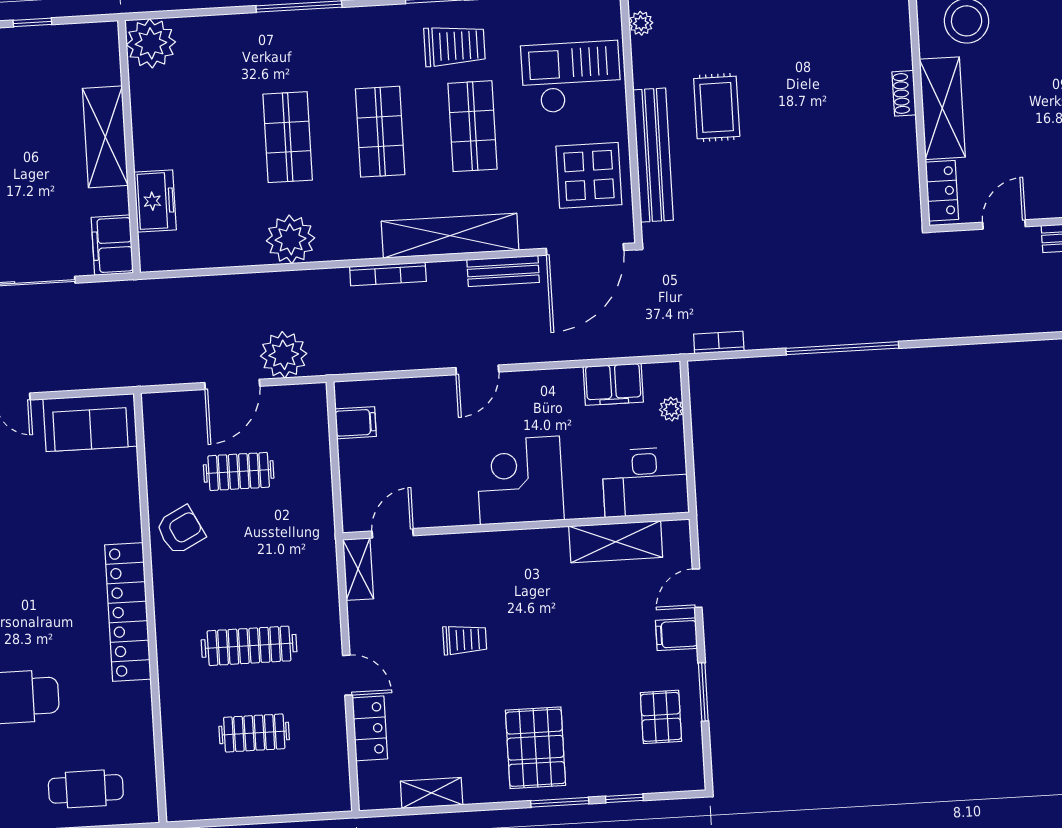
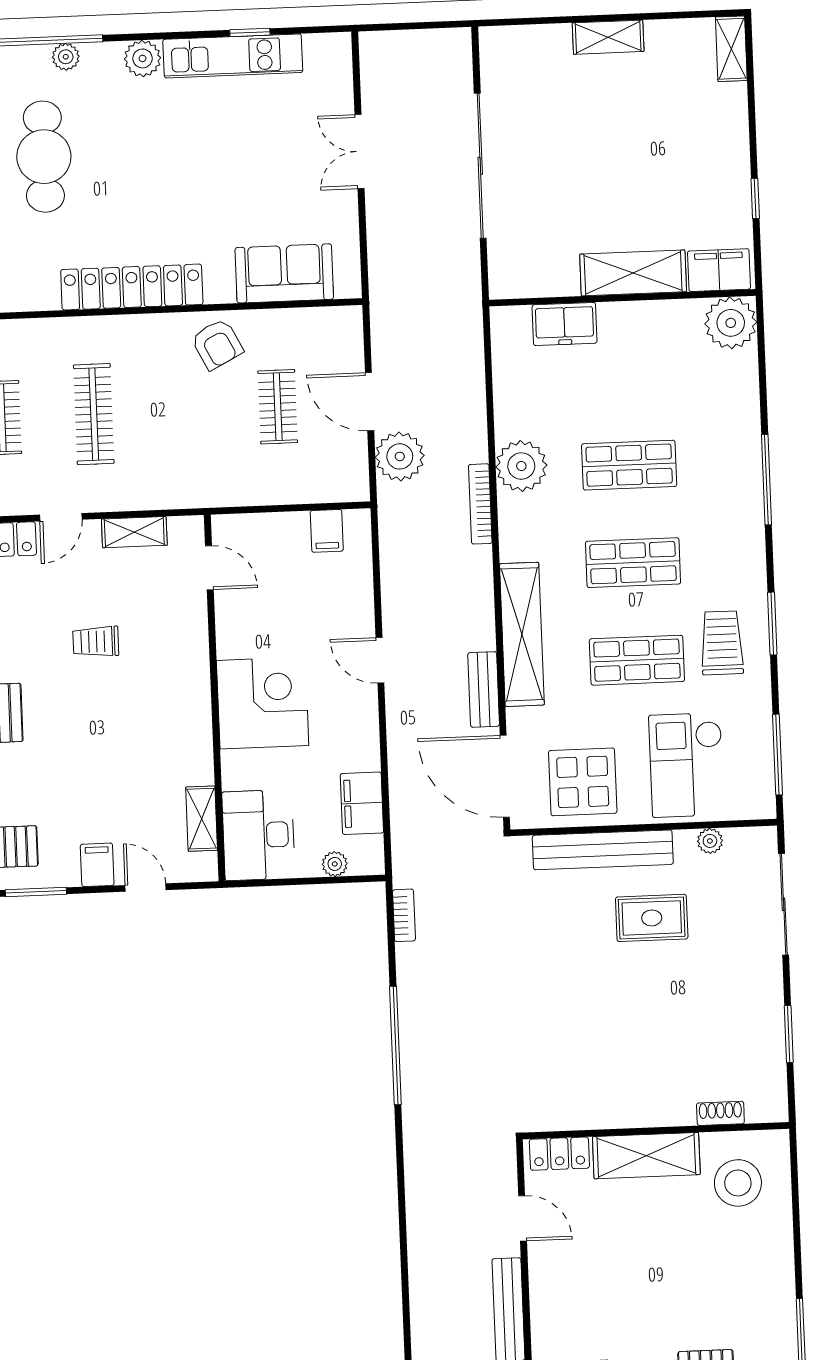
plant: (641, 23) -> (710, 841), moved
trolley: (455, 46) -> (722, 643), turned 180
checkout: (571, 77) -> (687, 765), turned 180
shoe rack: (904, 93) -> (720, 1113), moved
filing cabinet: (112, 245) -> (719, 270), moved
bookcase: (388, 274) -> (480, 504), moved
sofa: (90, 423) -> (284, 273), moved, turned 90
shelving: (616, 542) -> (202, 819), width x0.67, depth x0.75
shelving: (358, 569) -> (134, 532), moved
trolley: (465, 640) -> (96, 642), turned 90

